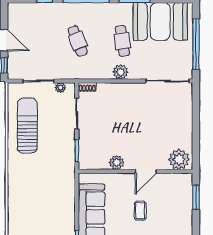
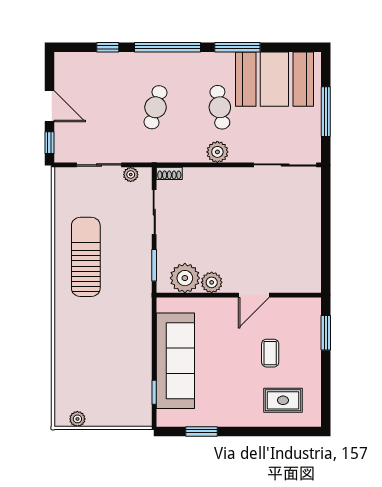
cafe table: (78, 41) -> (156, 107), turned 36
window: (196, 44) -> (326, 112), width x0.68
sun lounger: (27, 126) -> (86, 257), moved
plant: (179, 159) -> (185, 278), moved
coffee table: (140, 211) -> (270, 353), moved

